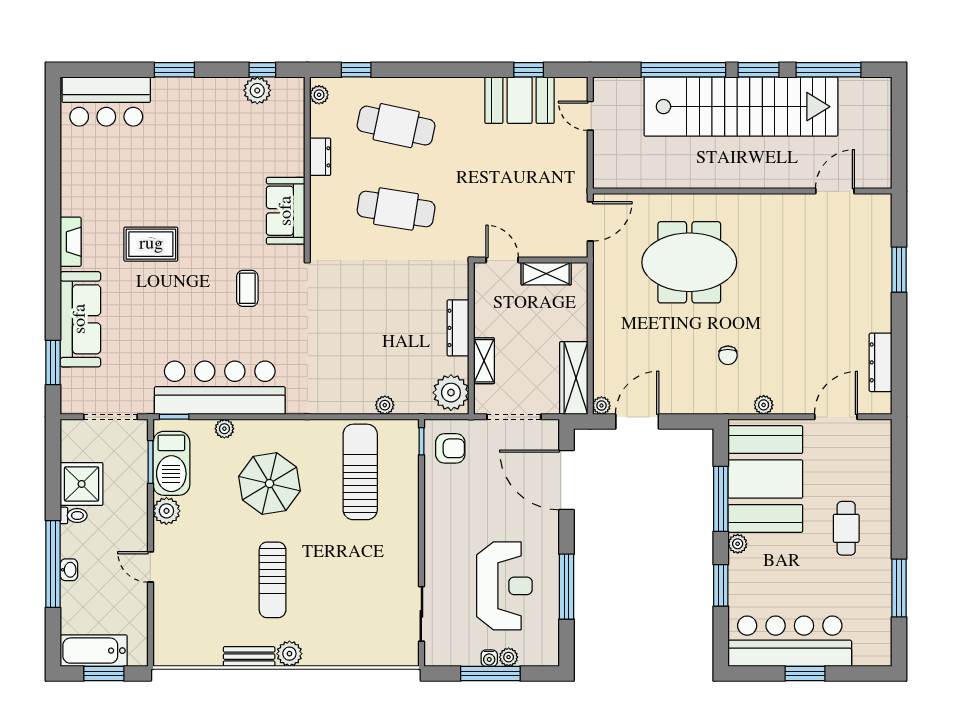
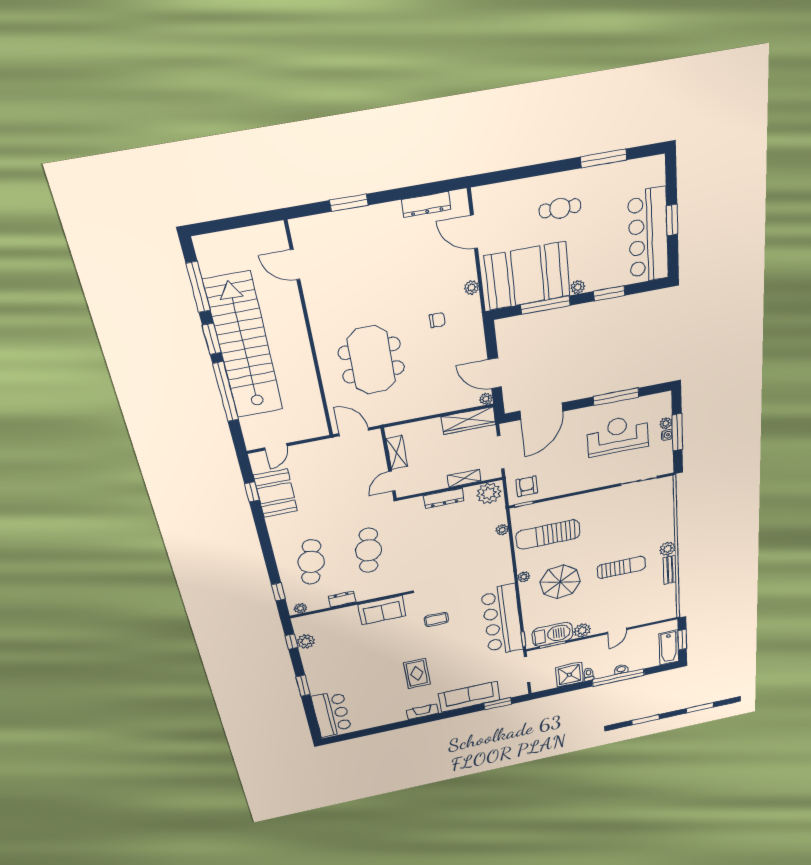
plant: (224, 429) -> (524, 577), moved

